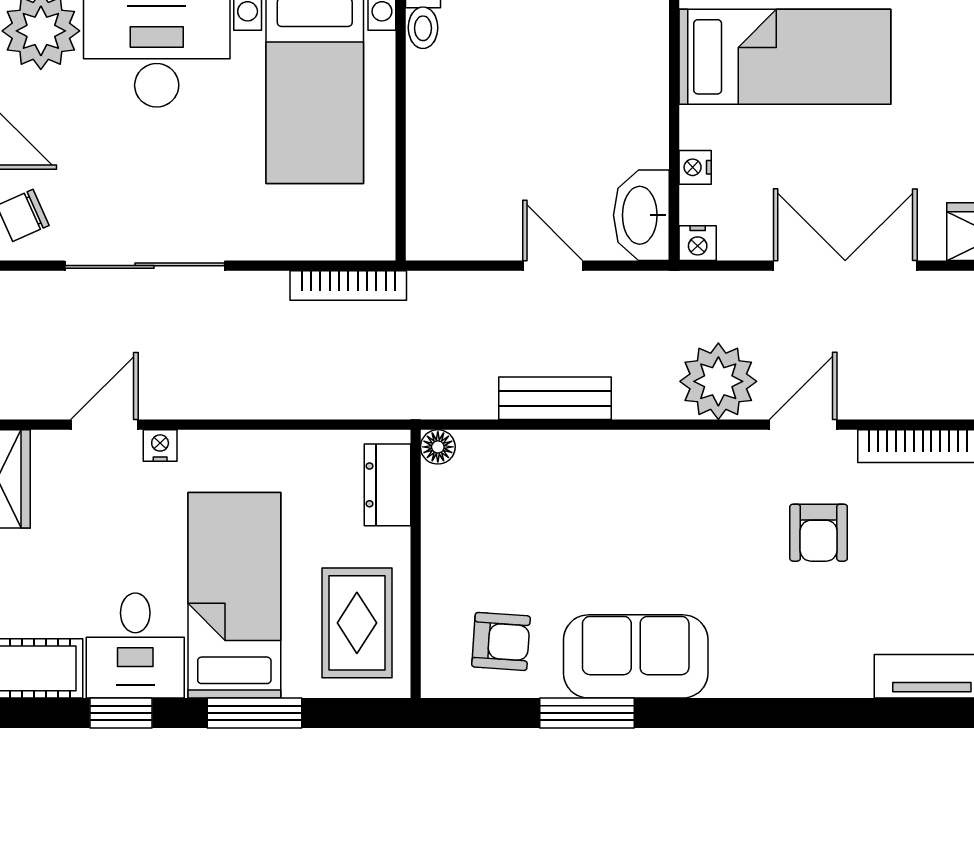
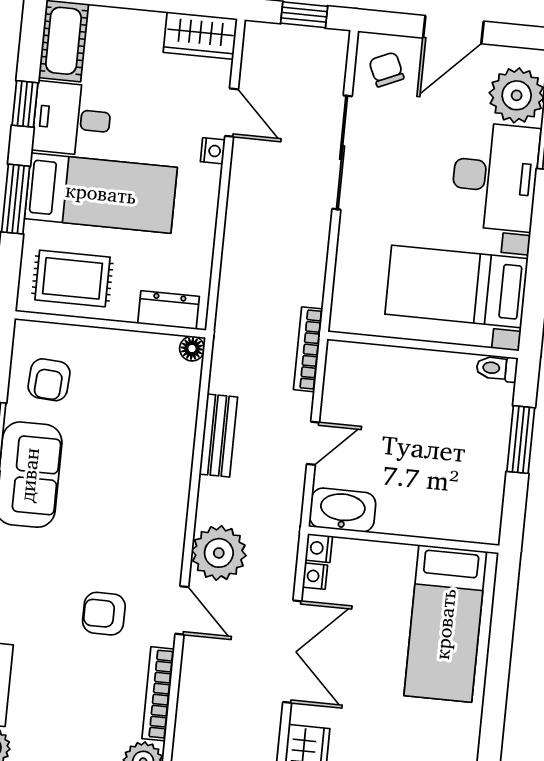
nightstand: (695, 167) -> (315, 576), moved, turned -90
bookcase: (348, 285) -> (308, 349), moved

